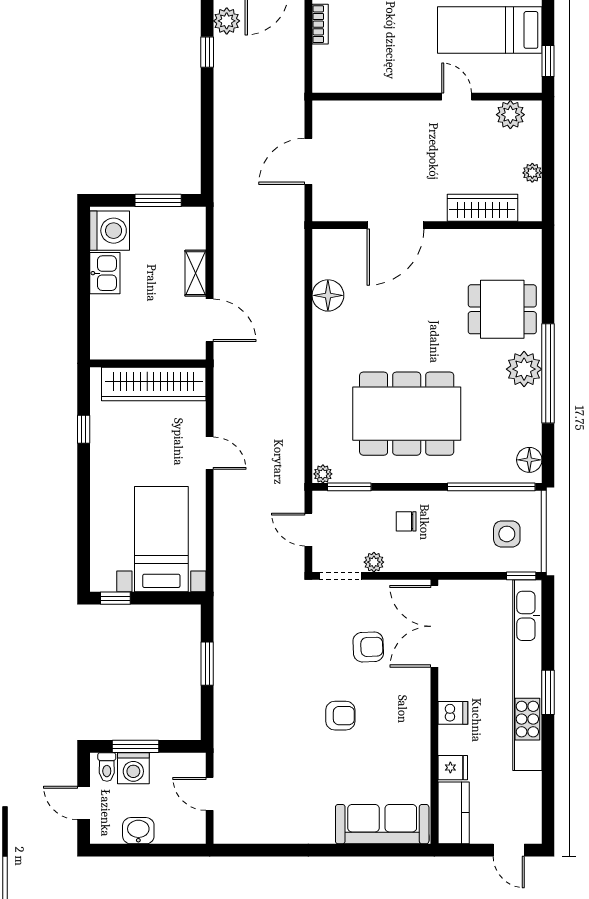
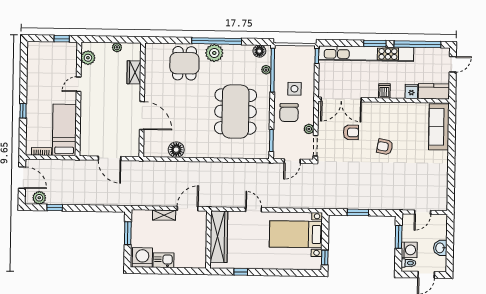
bed: (490, 30) -> (64, 130), moved, turned 180
wardrobe: (482, 208) -> (134, 72), width x0.67
door: (210, 453) -> (254, 210), hinge flipped
plant: (323, 474) -> (266, 70), moved
chair: (406, 521) -> (289, 113), width x1.87, depth x1.87
side table: (507, 534) -> (294, 89), moved
armchair: (368, 647) -> (351, 132), turned 92
armchair: (340, 716) -> (385, 147), turned -80
window: (136, 746) -> (399, 237), moved
window: (548, 778) -> (417, 44), added

